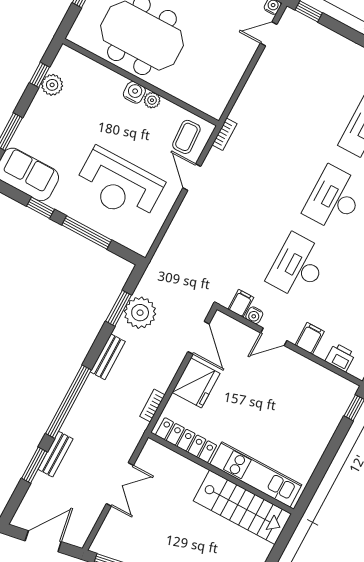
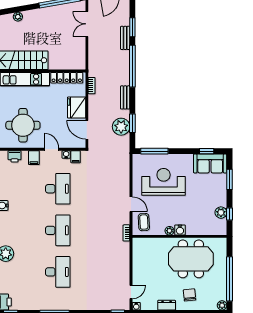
window: (41, 208) -> (207, 151), moved
window: (87, 233) -> (154, 151), moved
door: (274, 337) -> (51, 149), hinge flipped
round table: (299, 401) -> (23, 125), added
double door: (120, 484) -> (87, 24), moved

